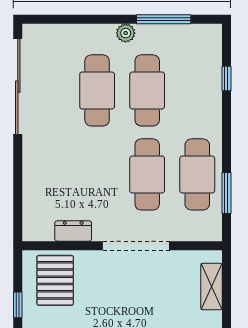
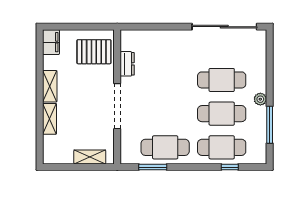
cafe table: (147, 174) -> (222, 147), moved
window: (18, 305) -> (77, 27), removed

